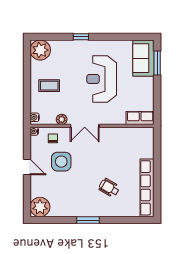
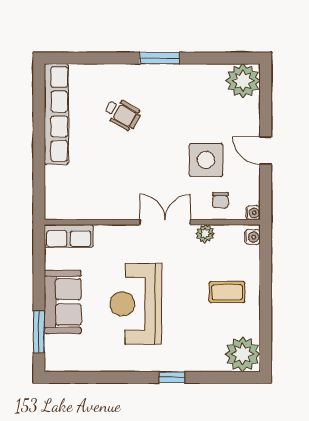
sofa: (143, 58) -> (63, 302), moved
reception desk: (102, 79) -> (136, 304), turned 180

